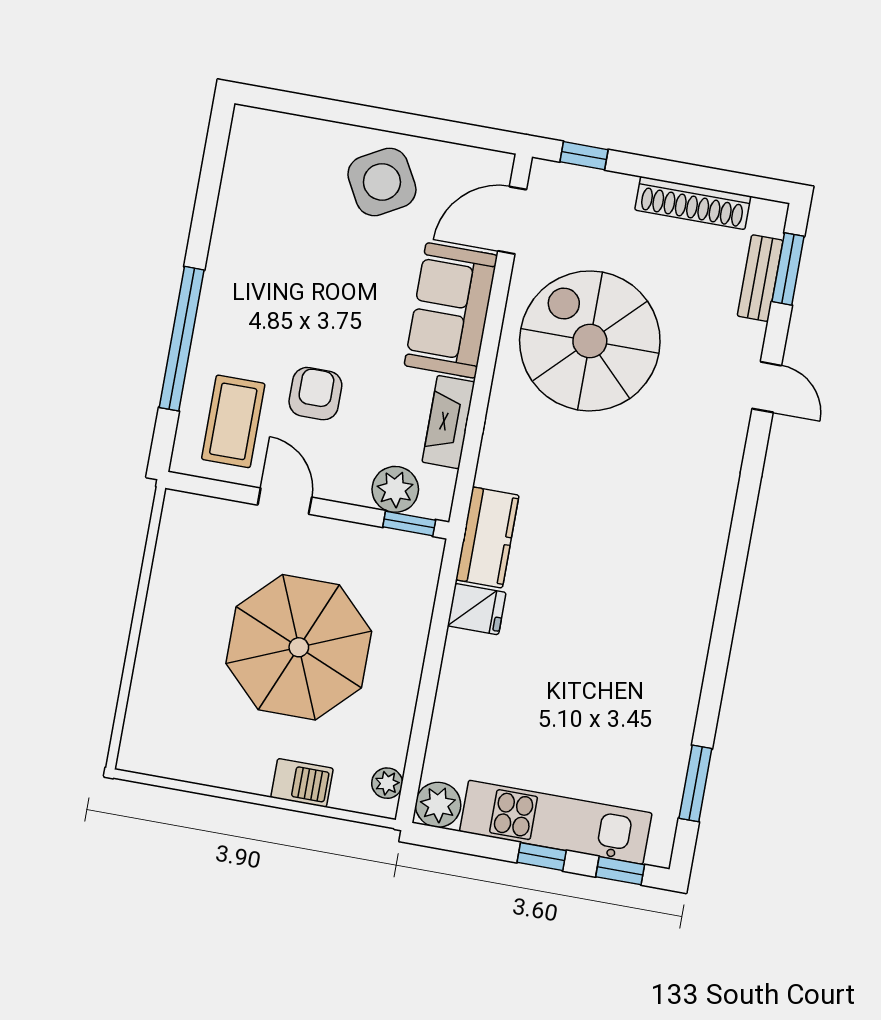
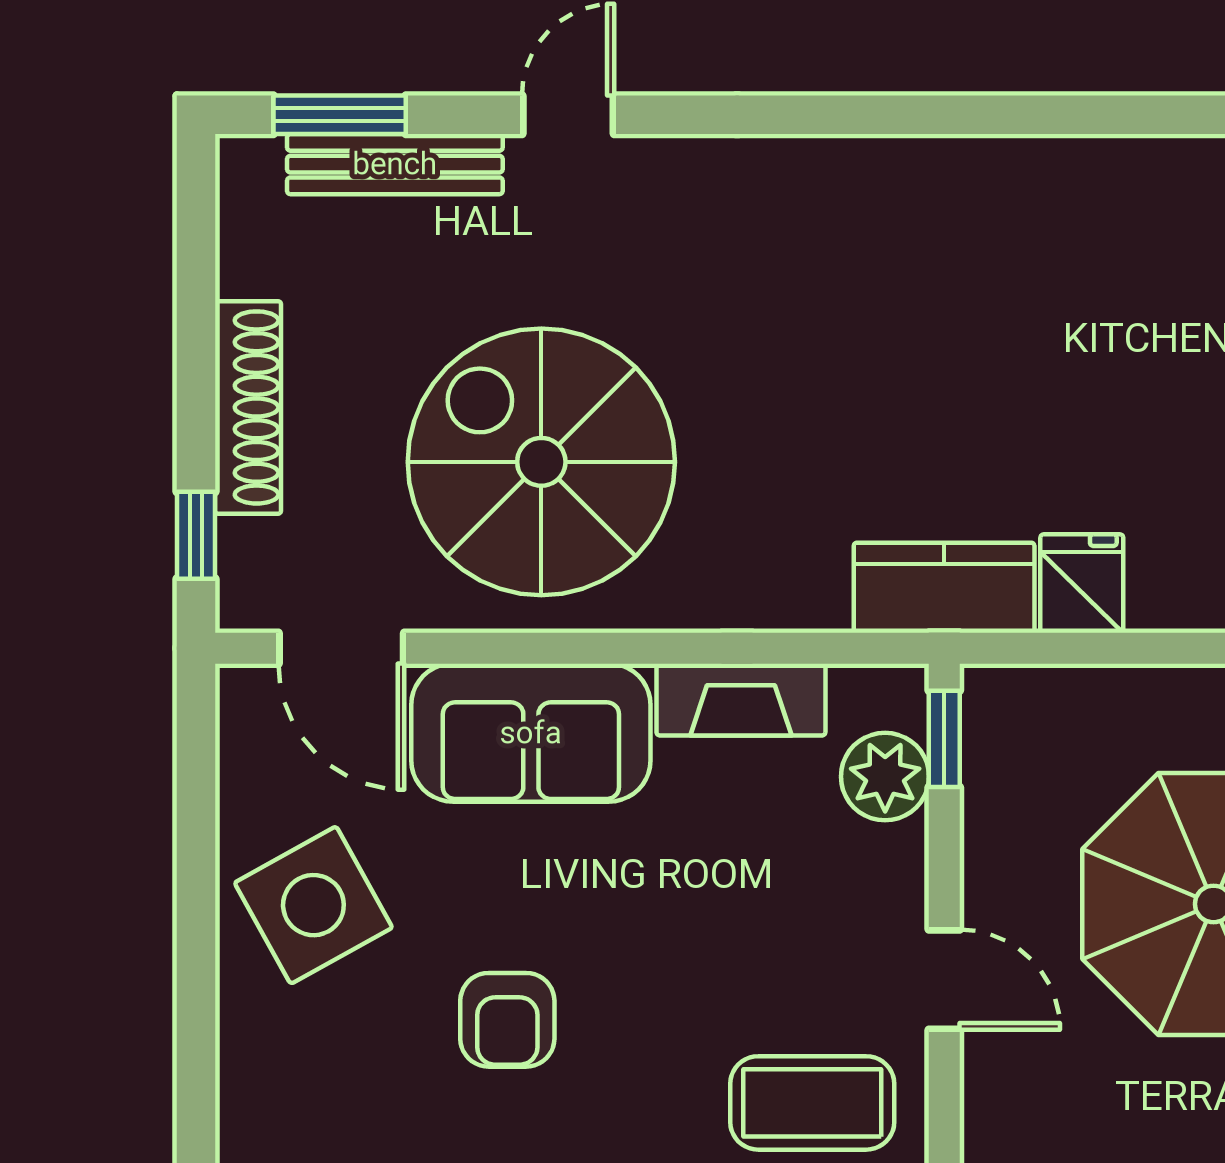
shoe rack: (693, 203) -> (248, 407), moved
bench: (760, 278) -> (395, 164), width x1.36
spiral stairs: (590, 341) -> (541, 462), turned 90
armchair: (315, 394) -> (507, 1020), moved, turned -90
door: (285, 501) -> (944, 980), swing flipped

